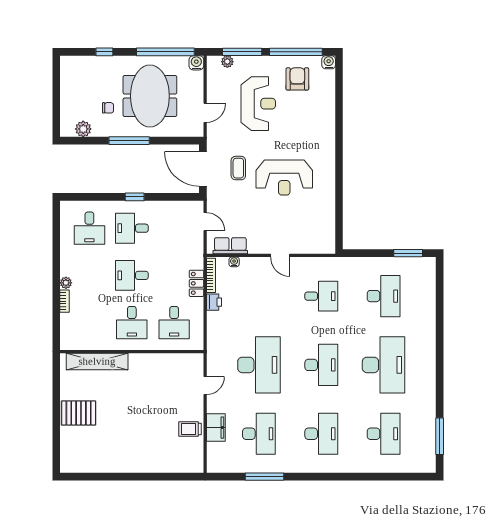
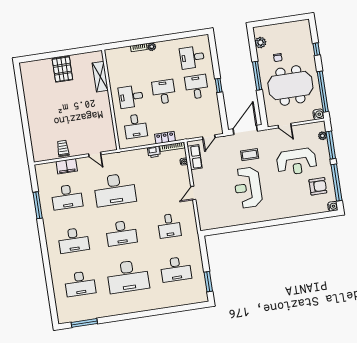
desk: (174, 323) -> (135, 126), turned -90
shelving: (97, 361) -> (100, 77), width x0.68

